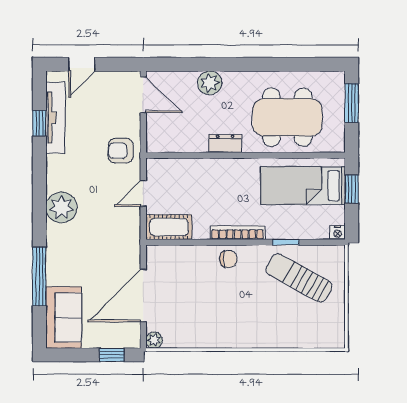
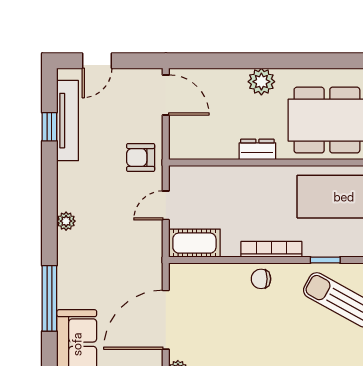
plant: (210, 83) -> (261, 82), moved
plant: (61, 207) -> (66, 221), width x0.53, depth x0.53
chair: (228, 259) -> (261, 279), turned 180

